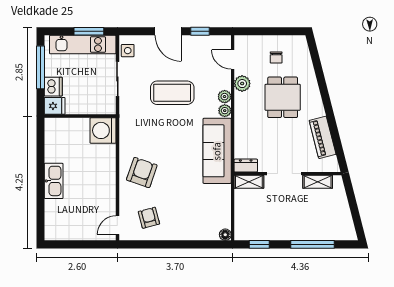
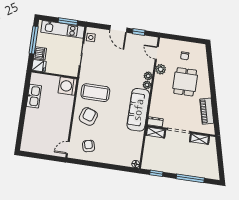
coffee table: (172, 93) -> (95, 93), moved
kitchen sink: (54, 181) -> (34, 96), moved

